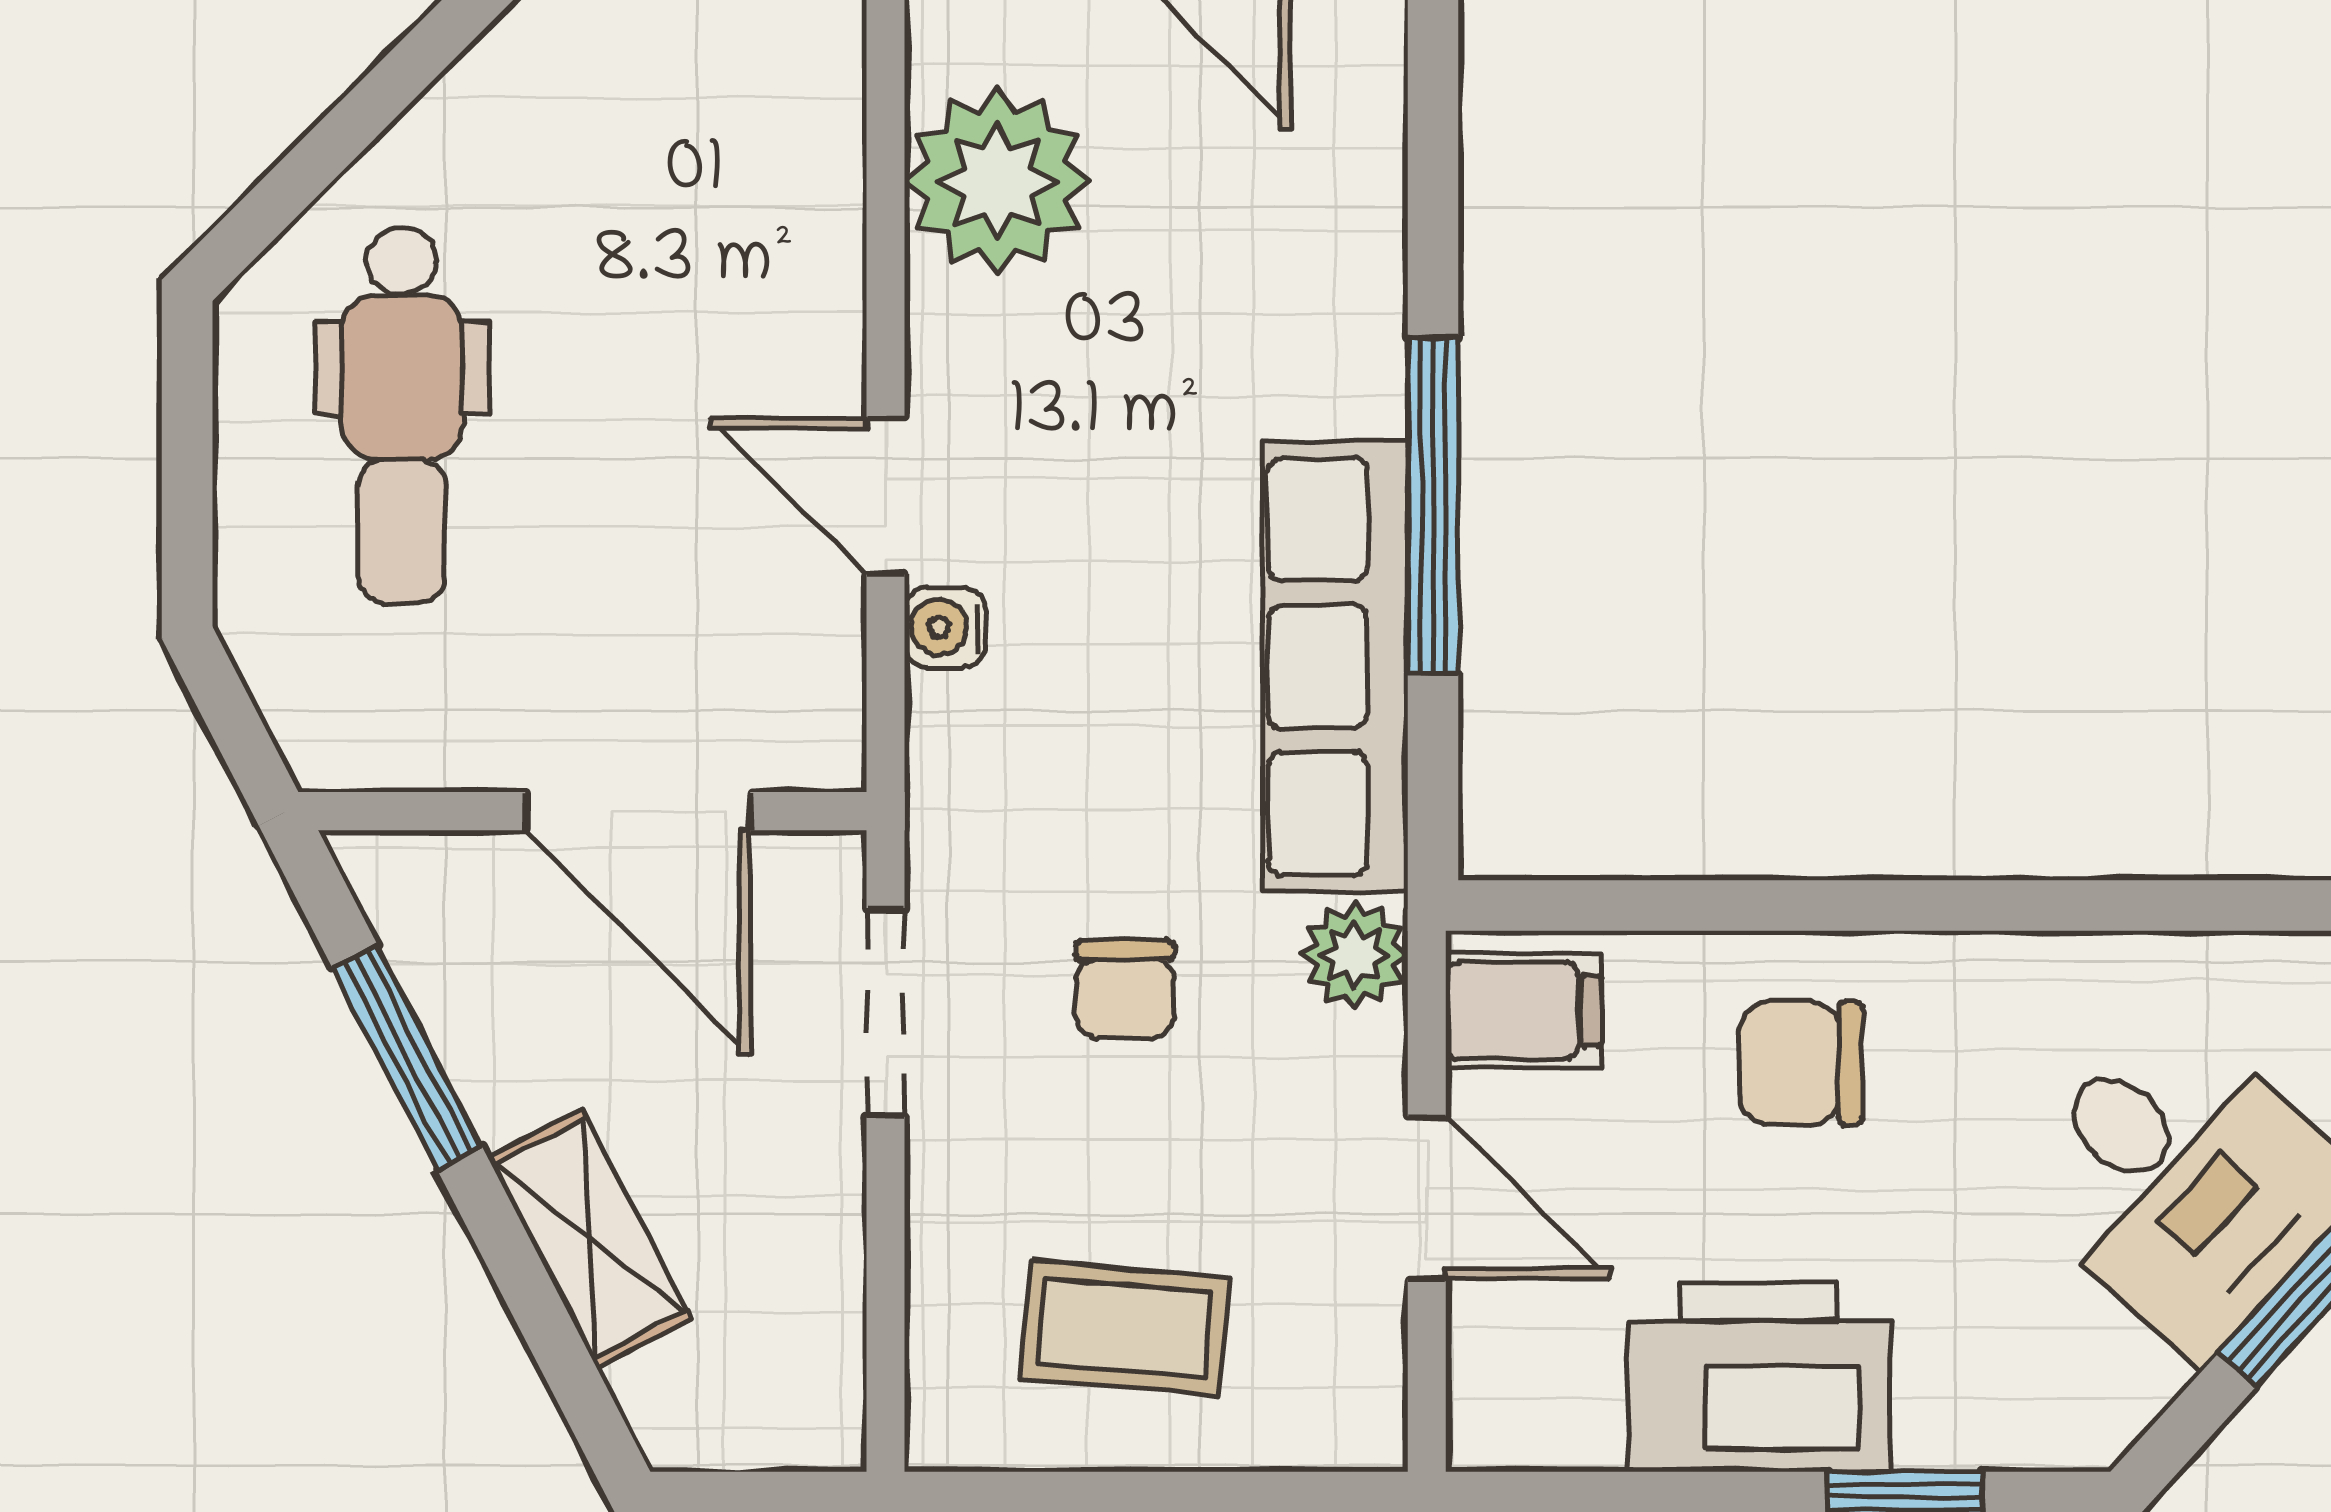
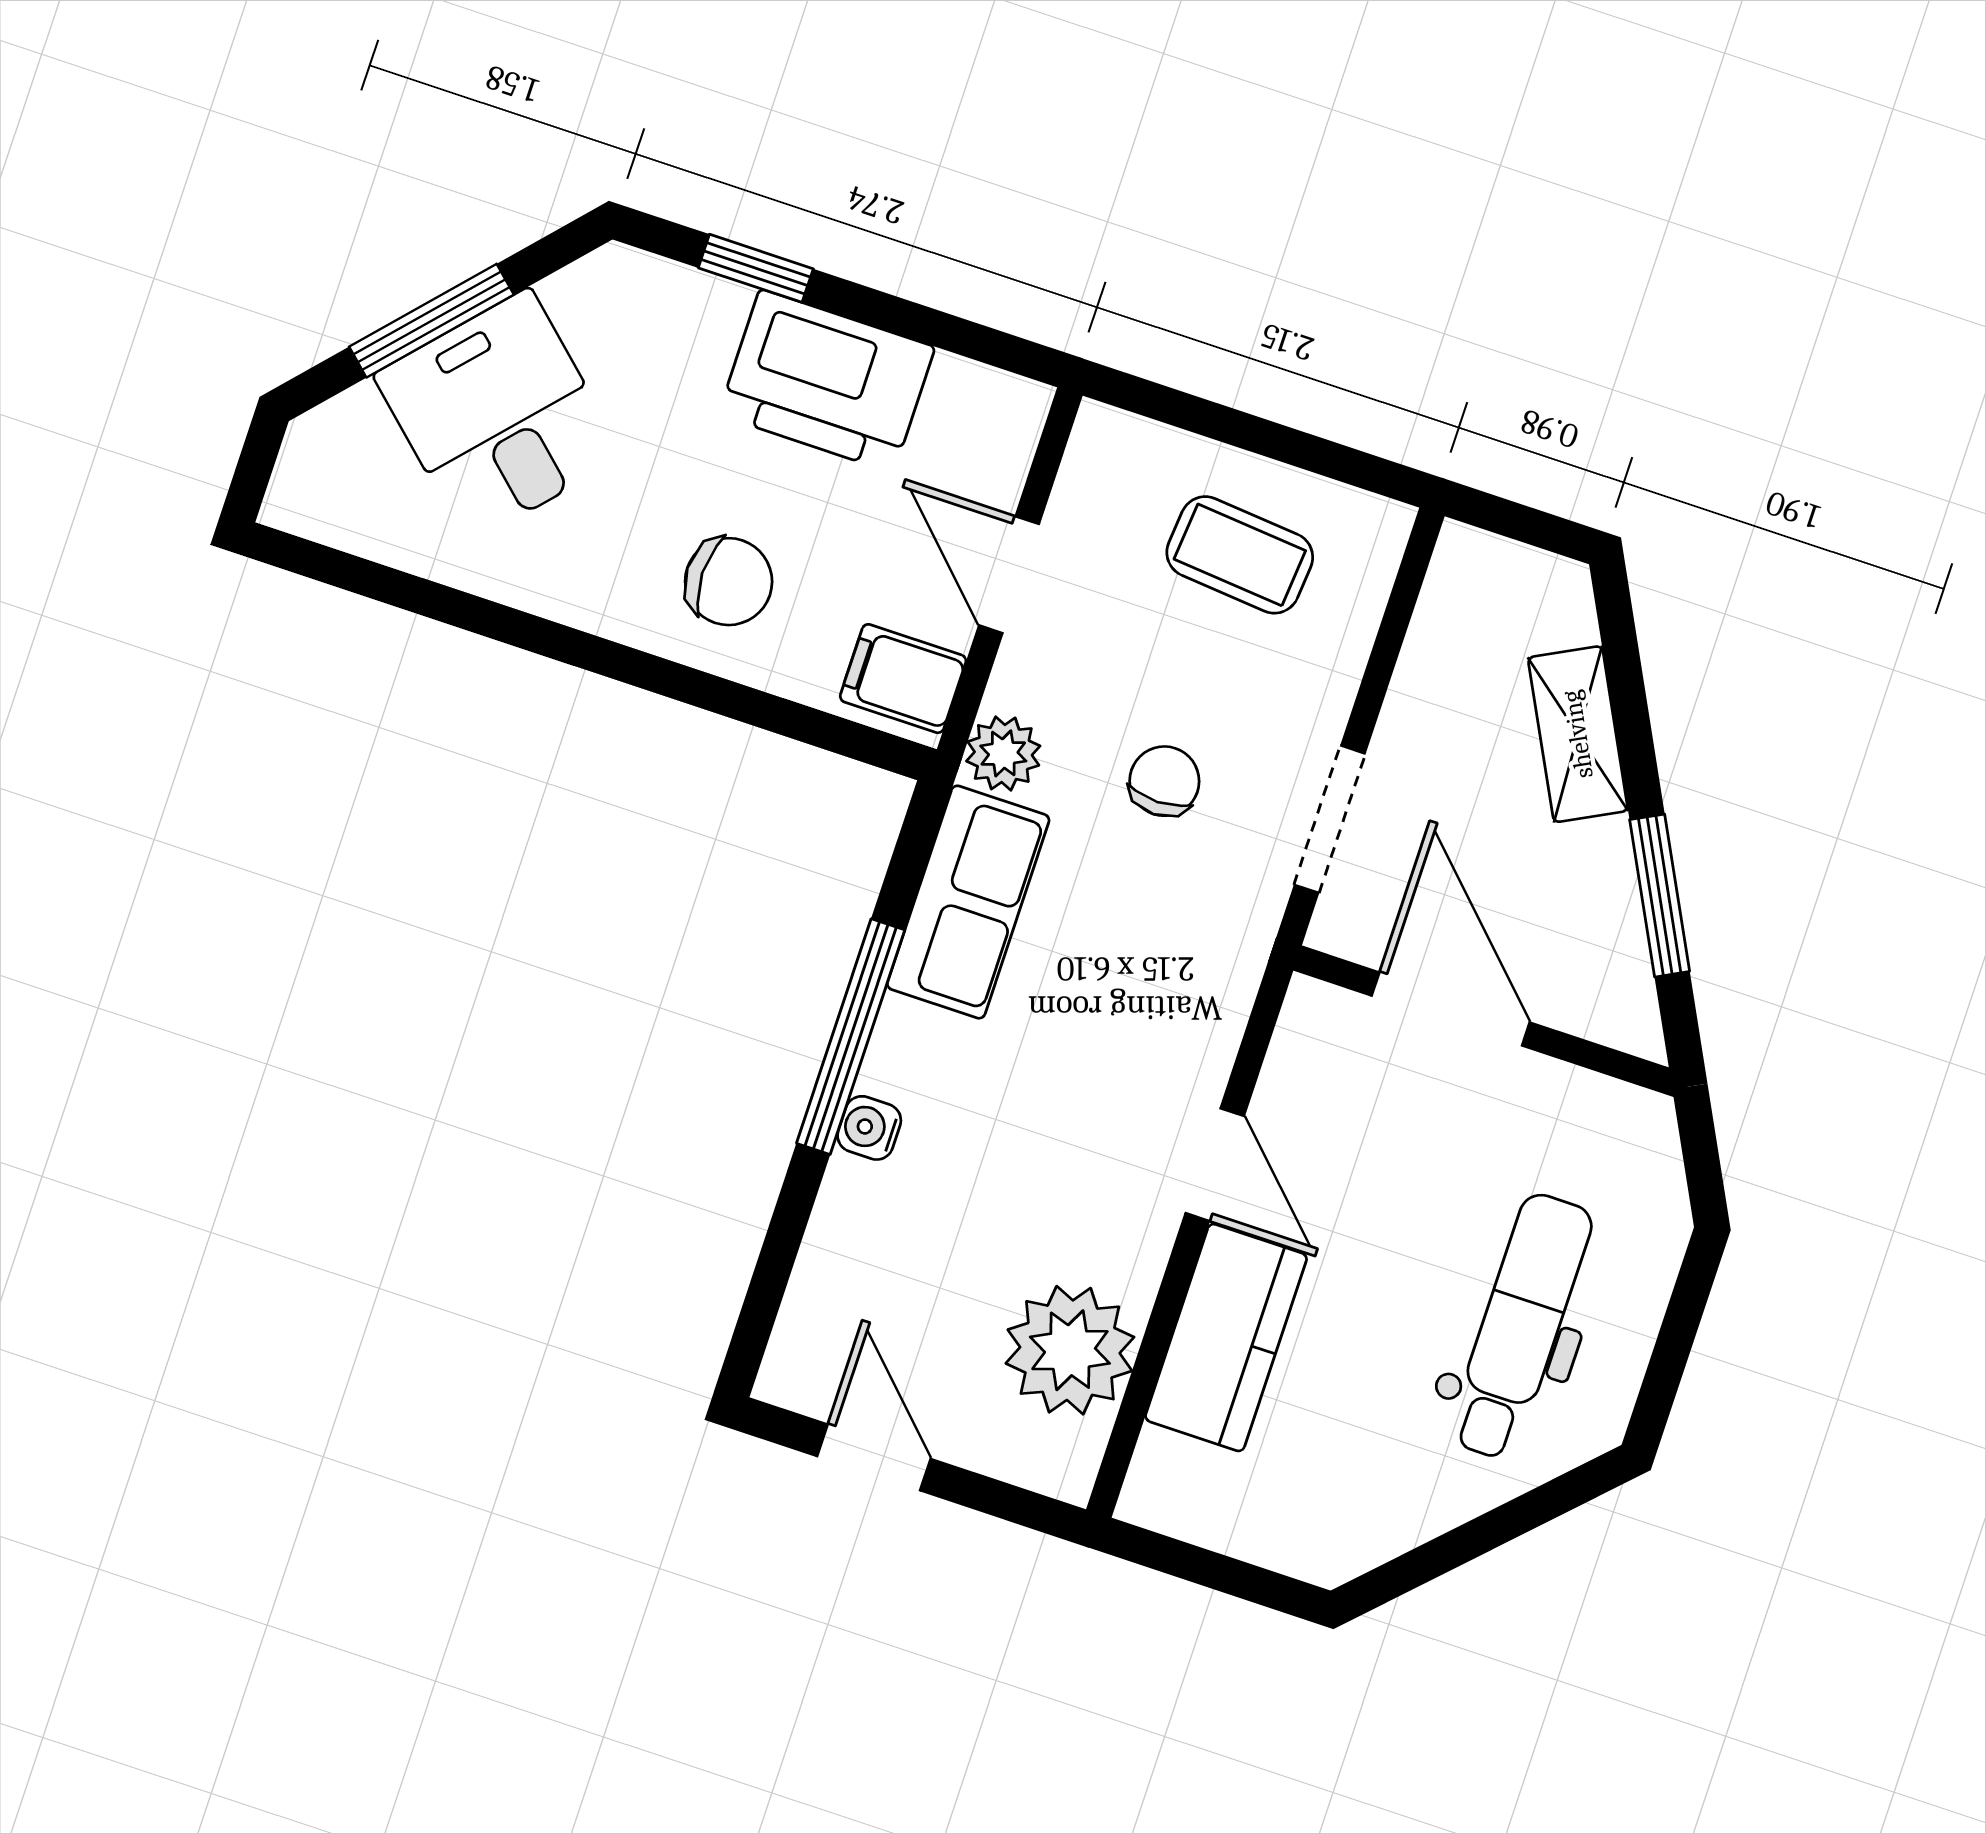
kitchen counter: (793, 268) -> (1226, 1338), added
water cooler: (945, 627) -> (869, 1128), moved, turned 180
row of seats: (1335, 666) -> (968, 902), width x0.68

